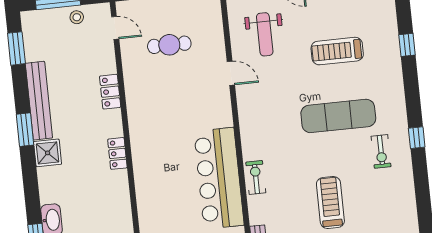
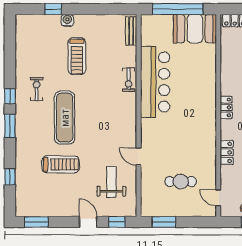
window: (407, 45) -> (10, 177), moved
window: (412, 97) -> (10, 126), added
exercise mat: (338, 116) -> (65, 118), turned 90

